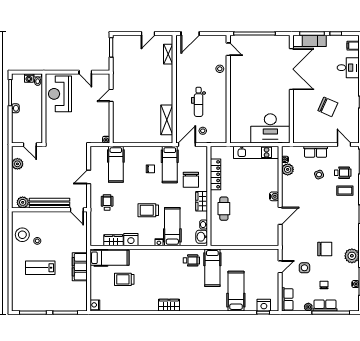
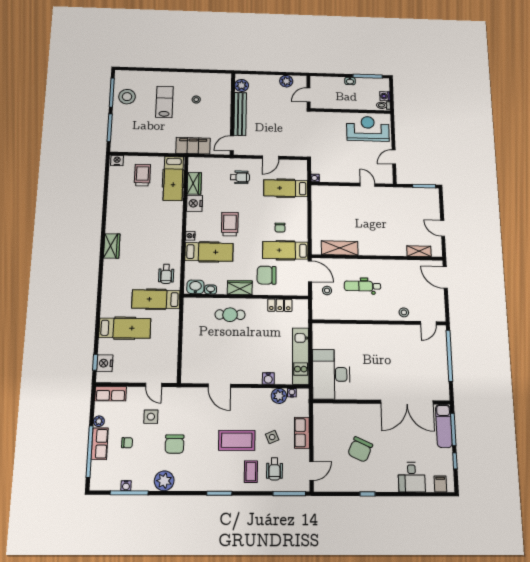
locker: (216, 174) -> (280, 305), width x0.66
door: (89, 177) -> (271, 157), swing flipped
water cooler: (274, 196) -> (268, 378), moved
coffee table: (322, 202) -> (237, 440), added
stool: (22, 235) -> (127, 97), moved
filing cabinet: (80, 267) -> (193, 146), moved
trolley: (124, 279) -> (142, 175), moved

